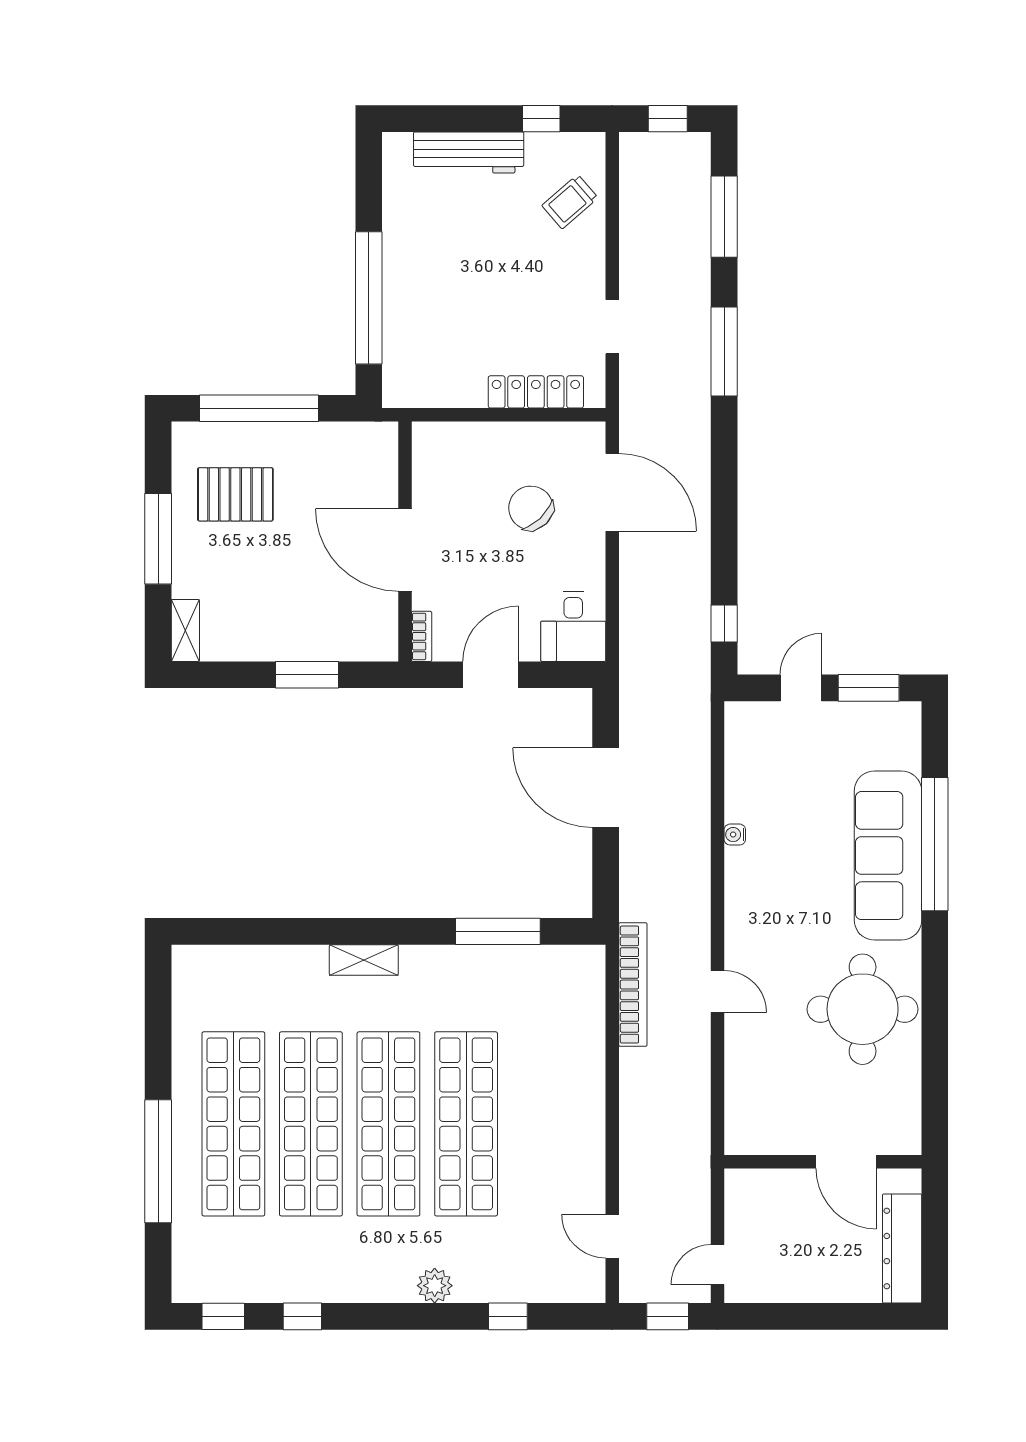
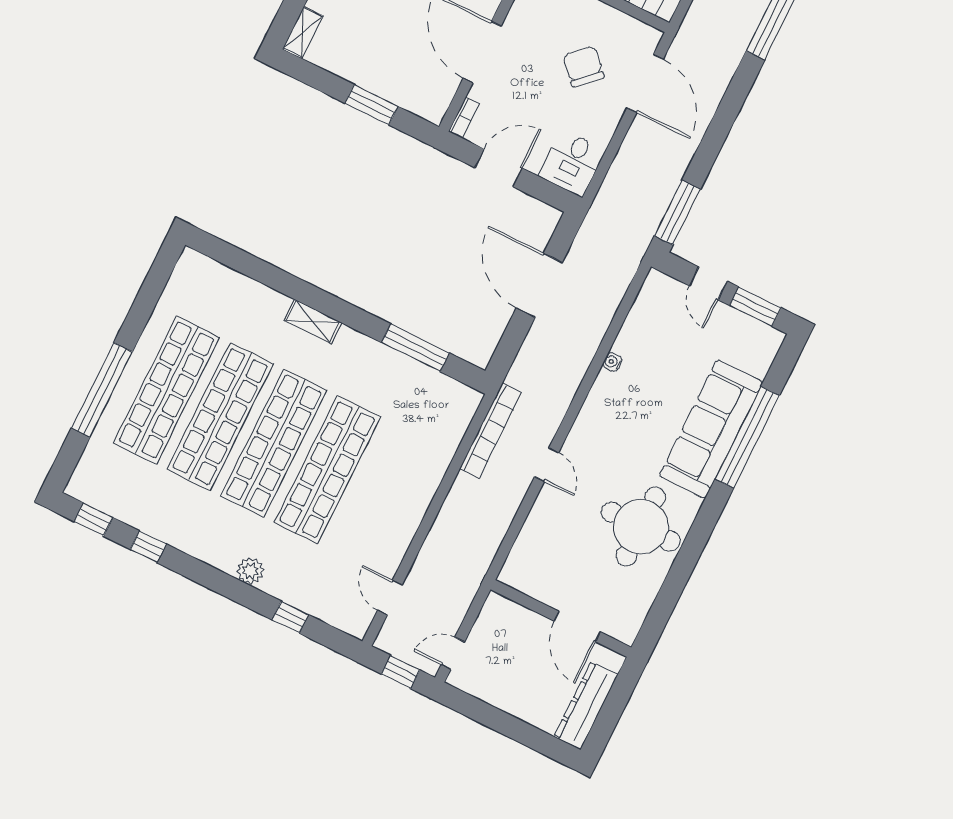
window: (724, 623) -> (677, 212), width x2.17
door: (801, 688) -> (708, 283), swing flipped

